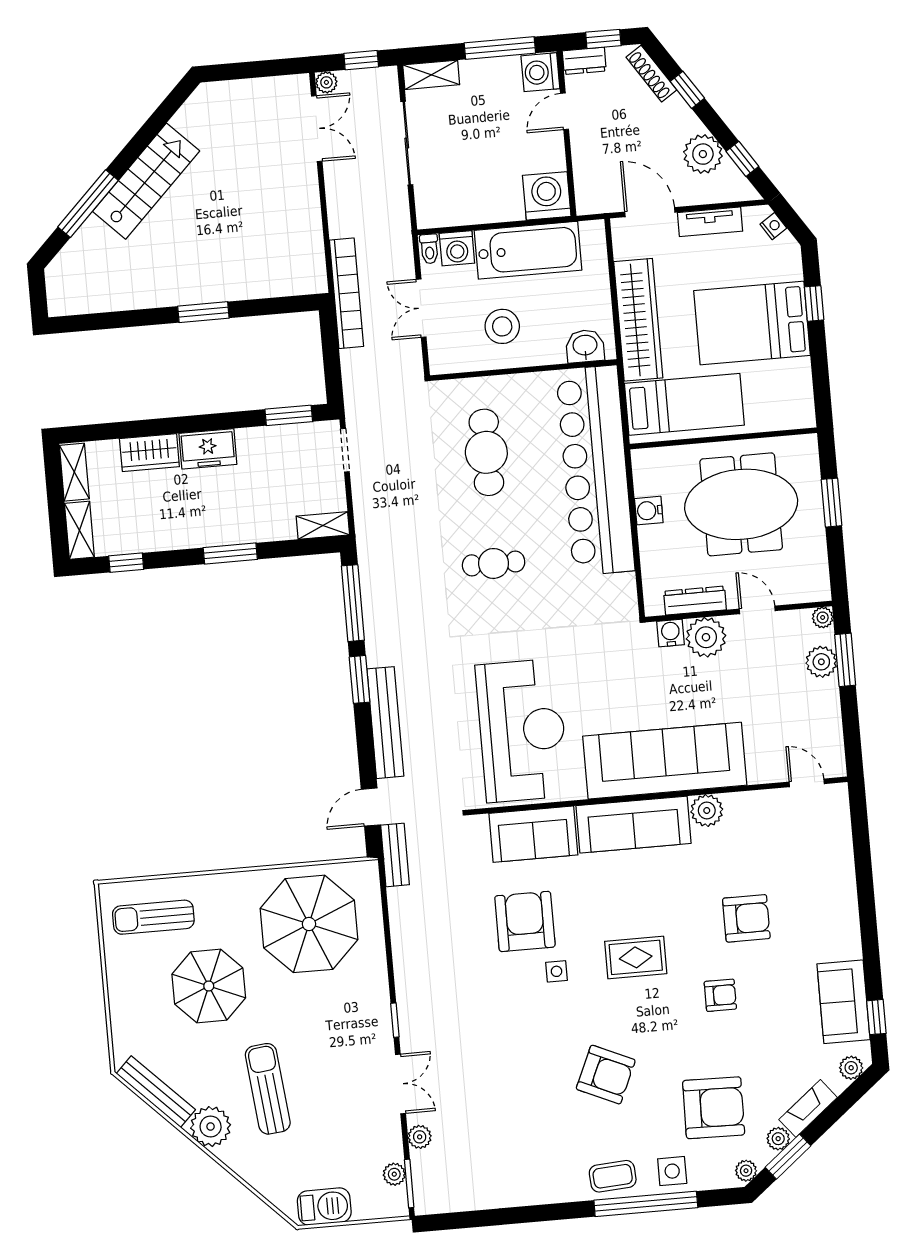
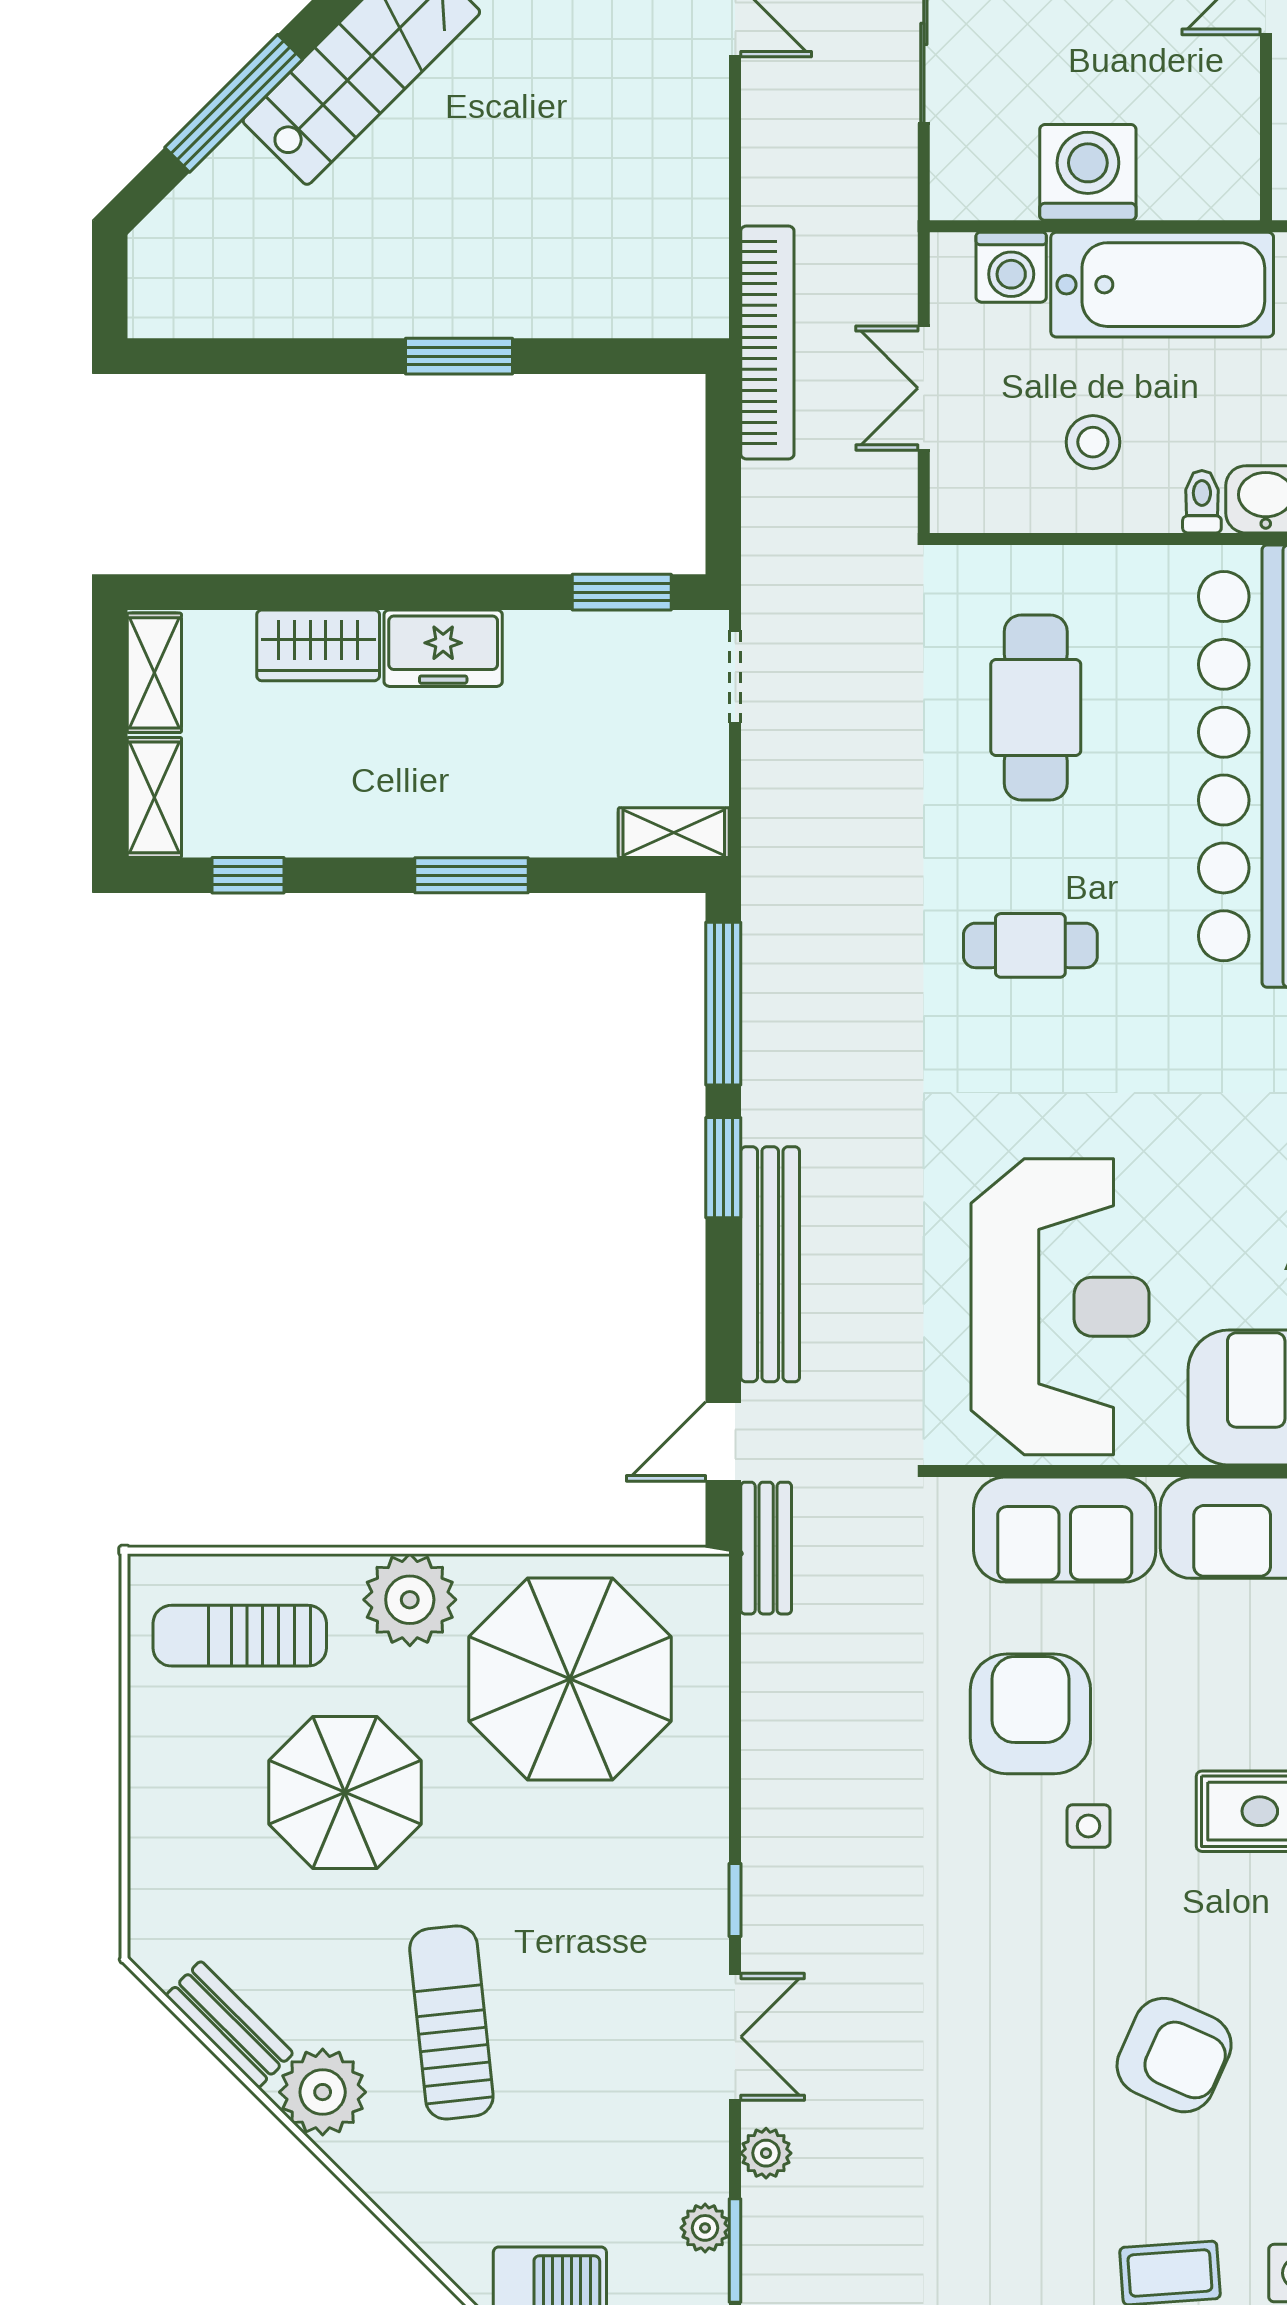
washing machine: (547, 196) -> (1088, 172), moved
toilet: (429, 249) -> (1202, 502), moved, turned 180
stool: (502, 326) -> (1093, 442), width x0.73, depth x0.73
plant: (231, 894) -> (410, 1600), added
bench: (156, 1092) -> (229, 2024), width x0.73

